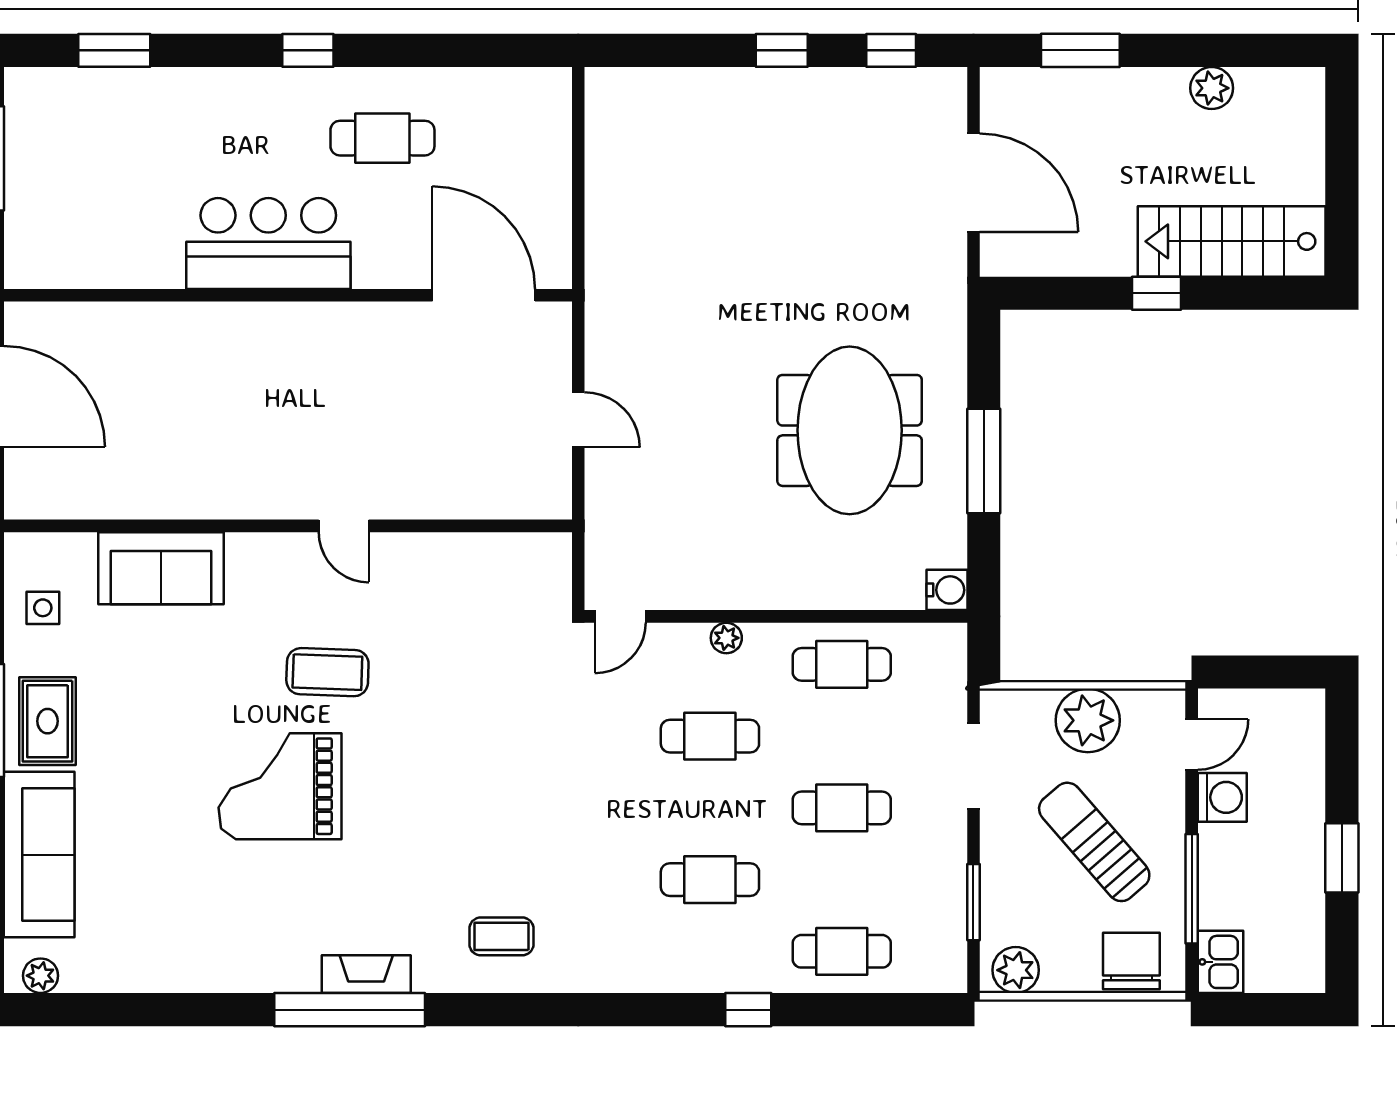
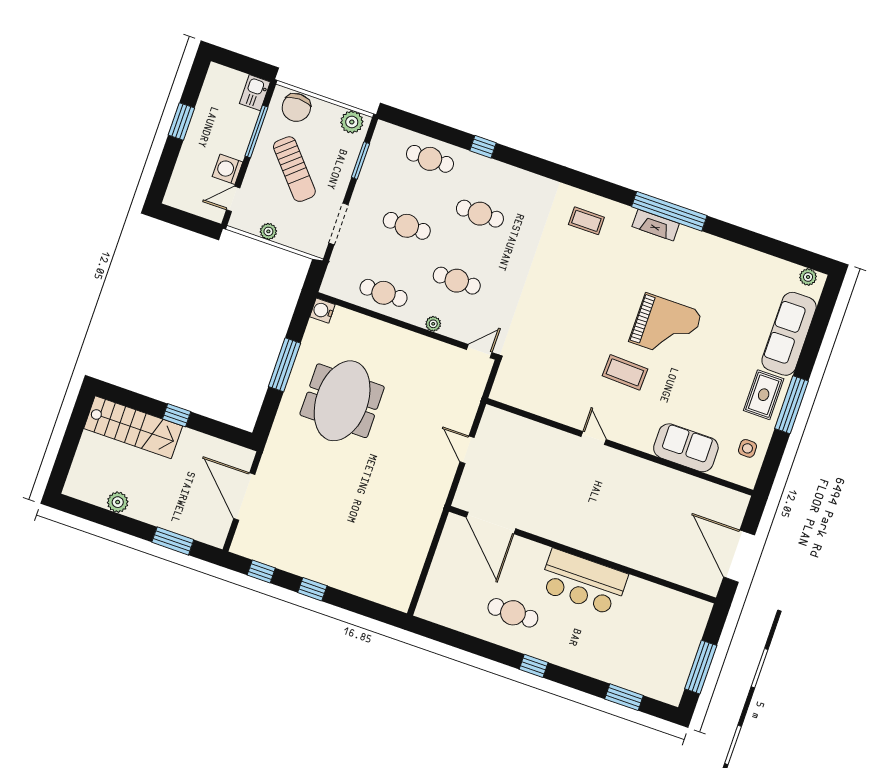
plant: (1088, 720) -> (268, 231), width x0.53, depth x0.53

